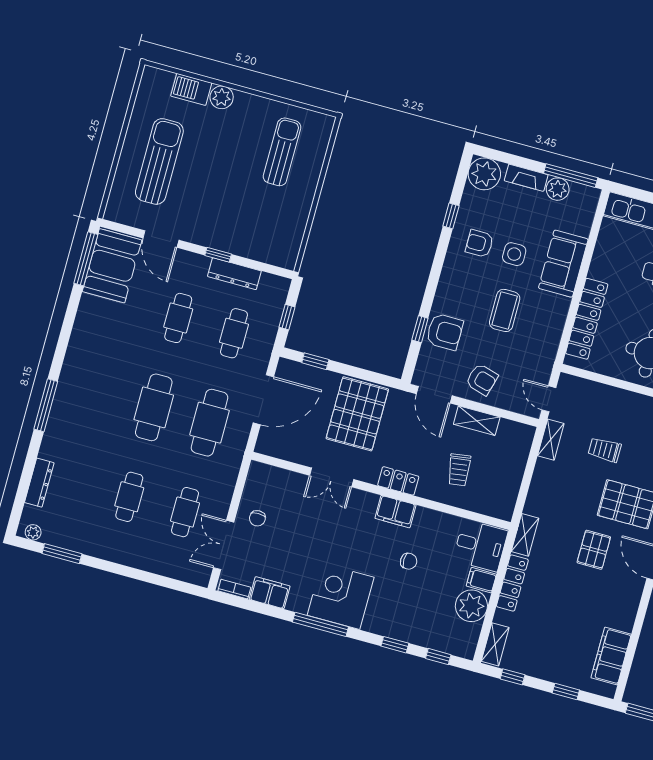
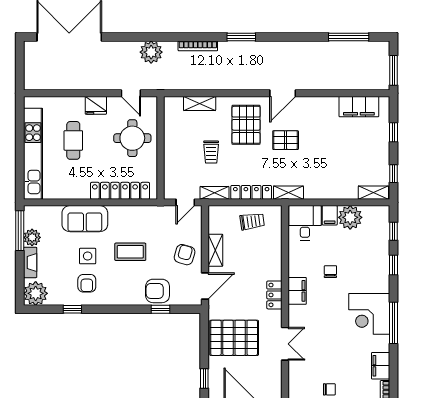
armchair: (445, 332) -> (158, 291), turned -90
trolley: (459, 470) -> (252, 221), moved
locker: (512, 583) -> (251, 192), moved

